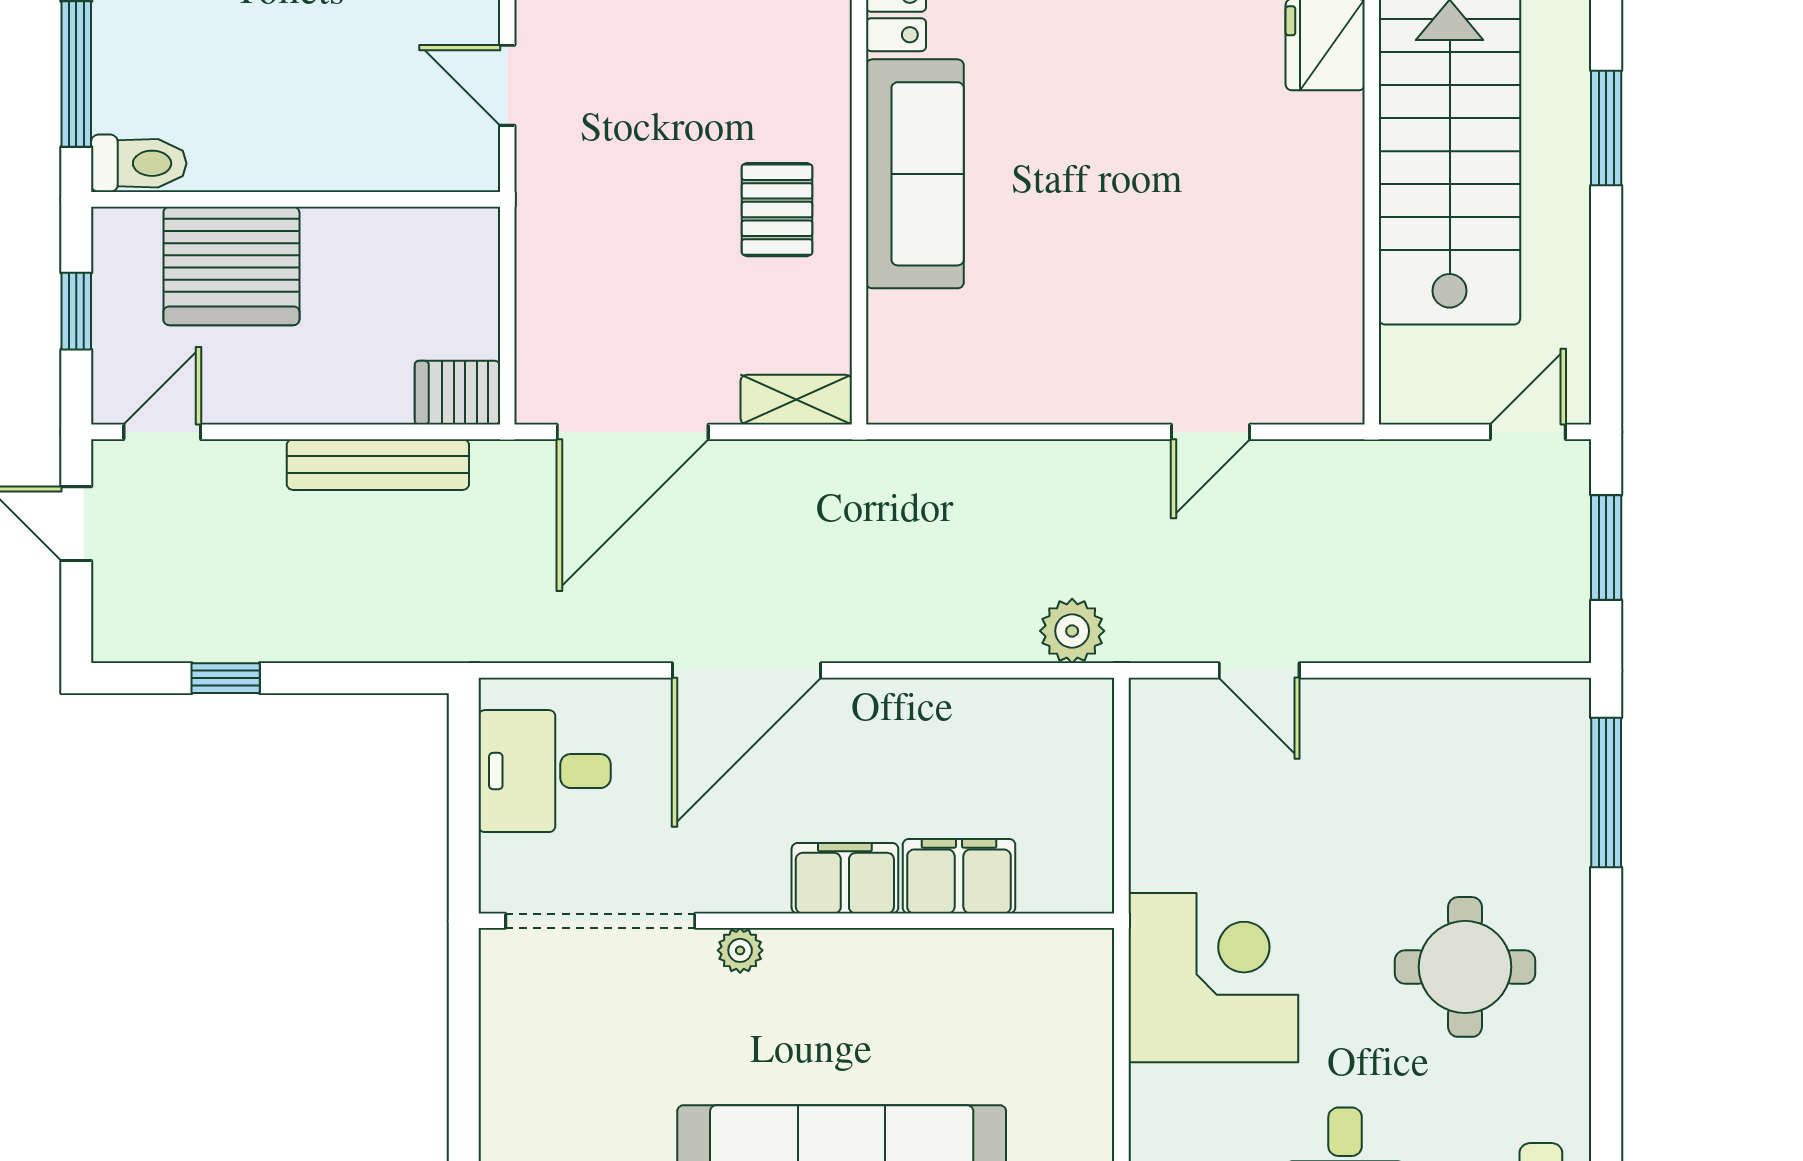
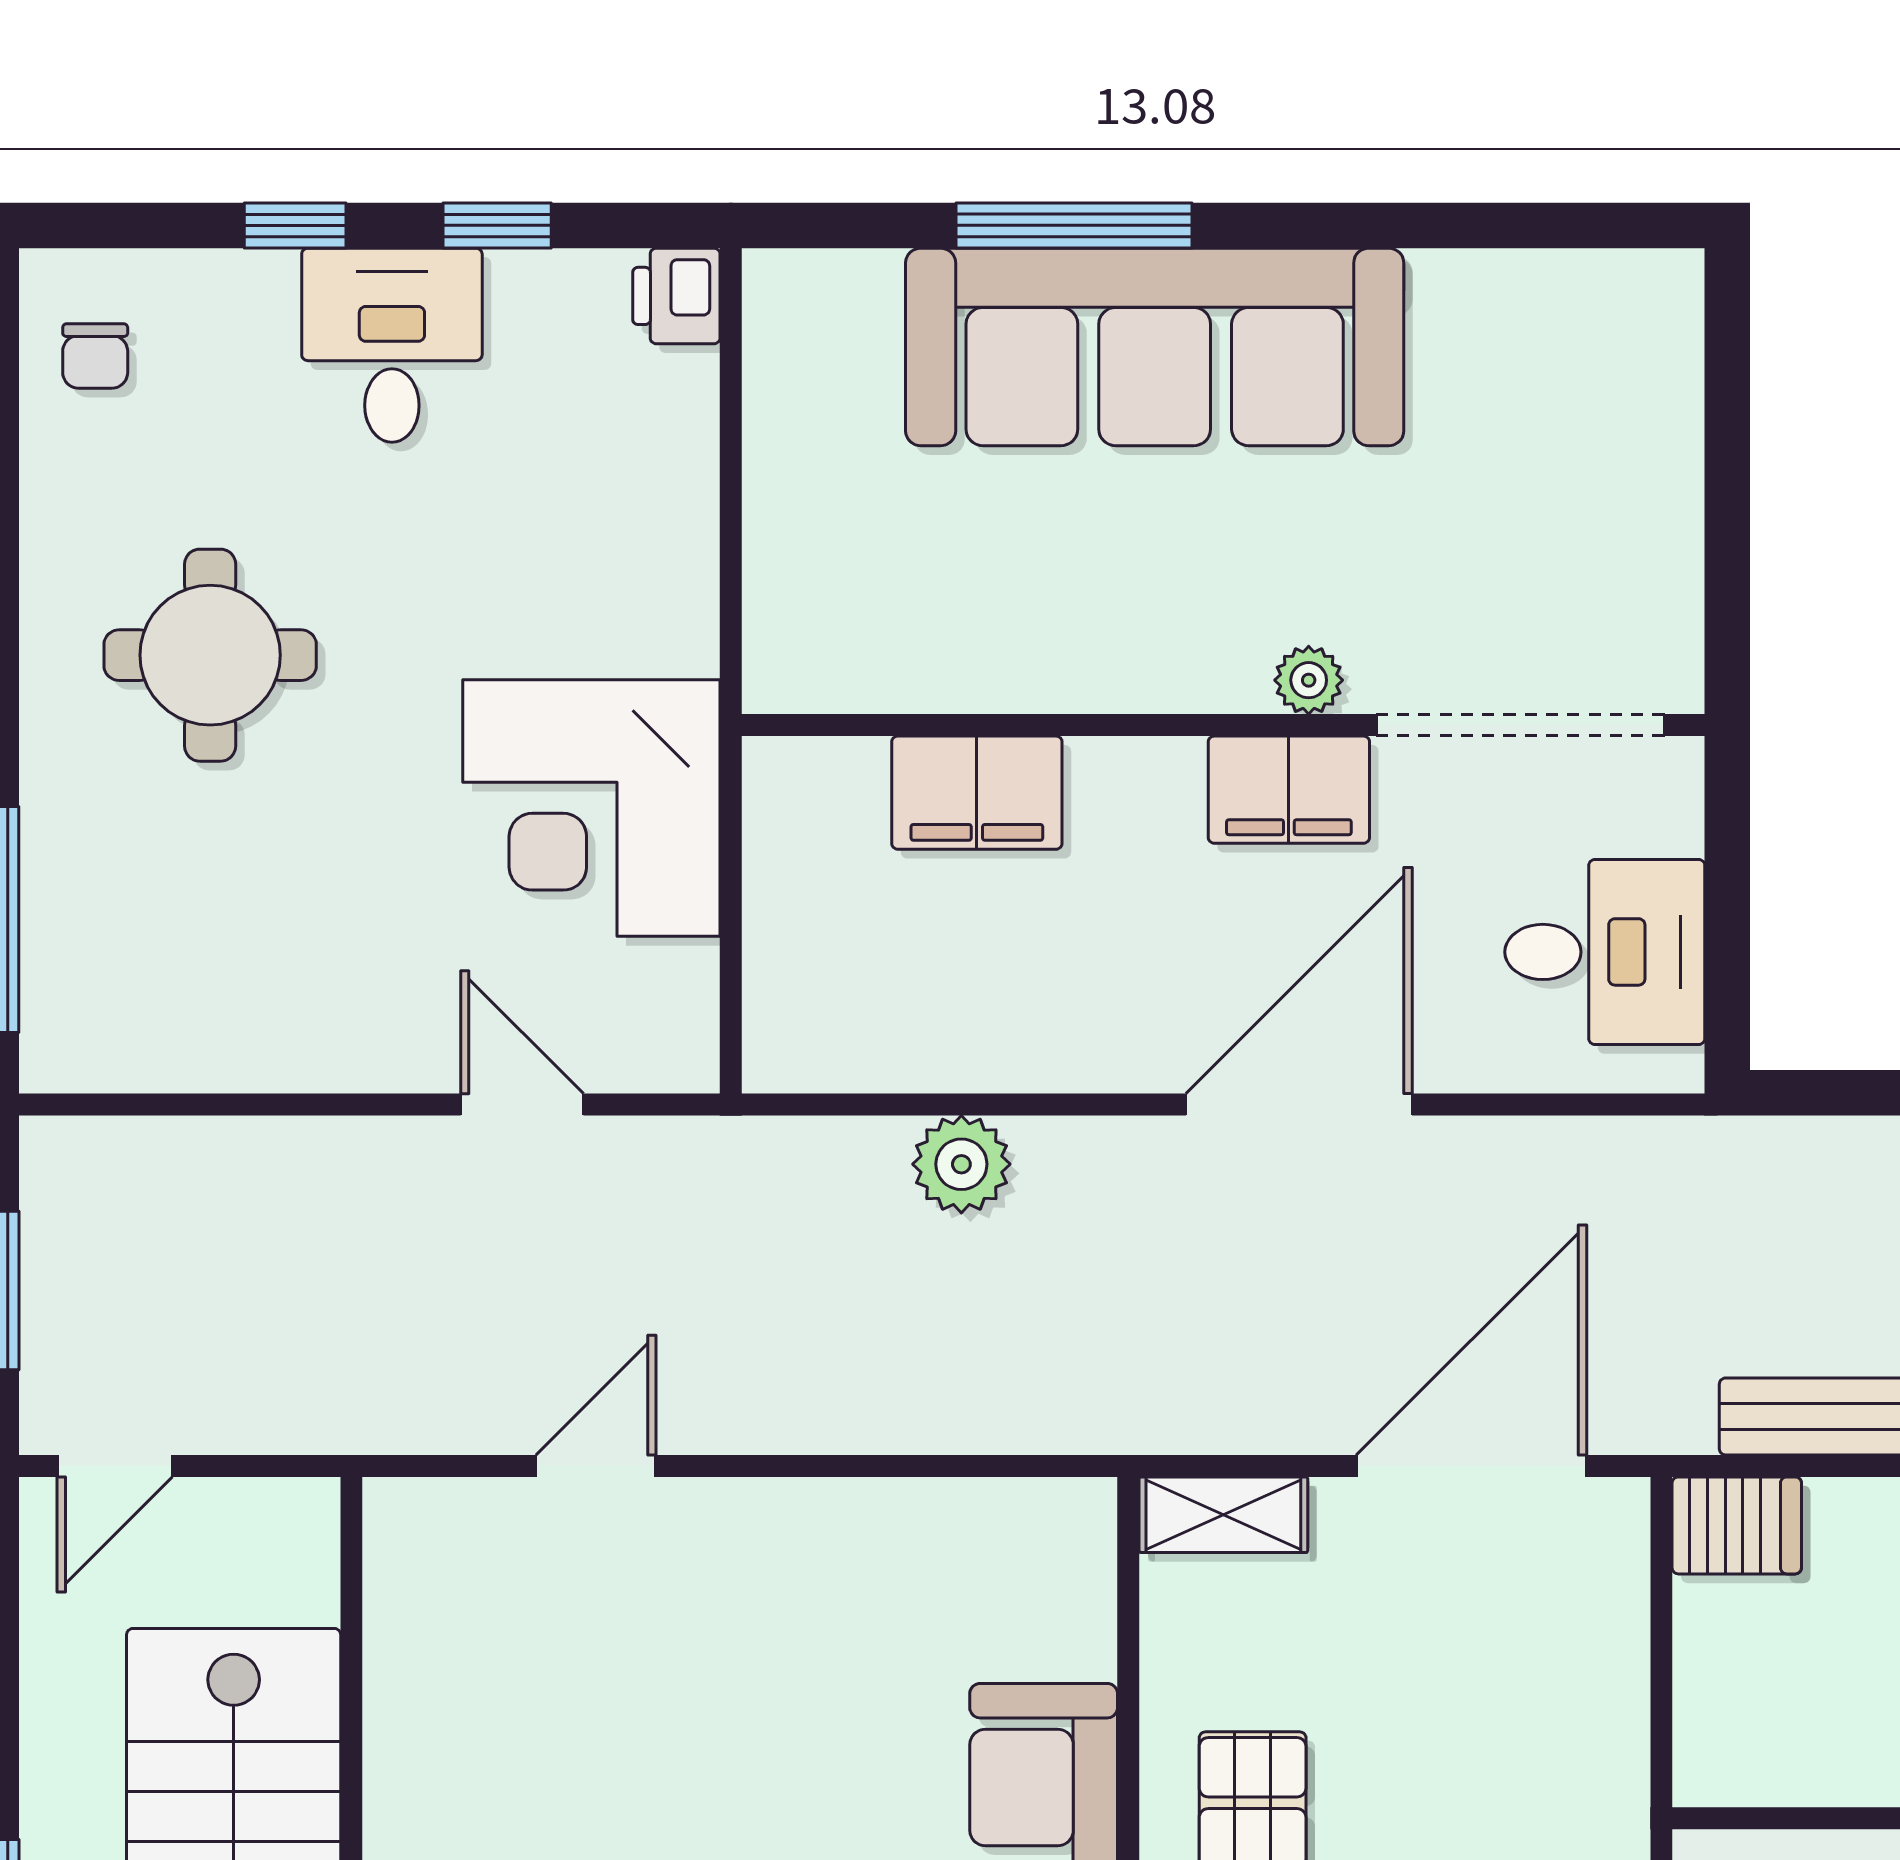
plant: (1072, 631) -> (961, 1164), moved
filing cabinet: (845, 878) -> (1289, 790), moved
corner desk: (1213, 978) -> (591, 808), moved

